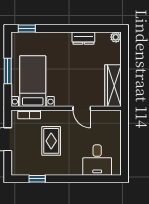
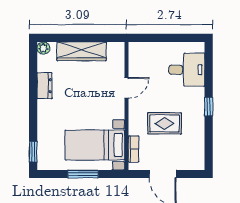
wardrobe: (113, 86) -> (82, 51), moved
window: (37, 179) -> (209, 107), moved

